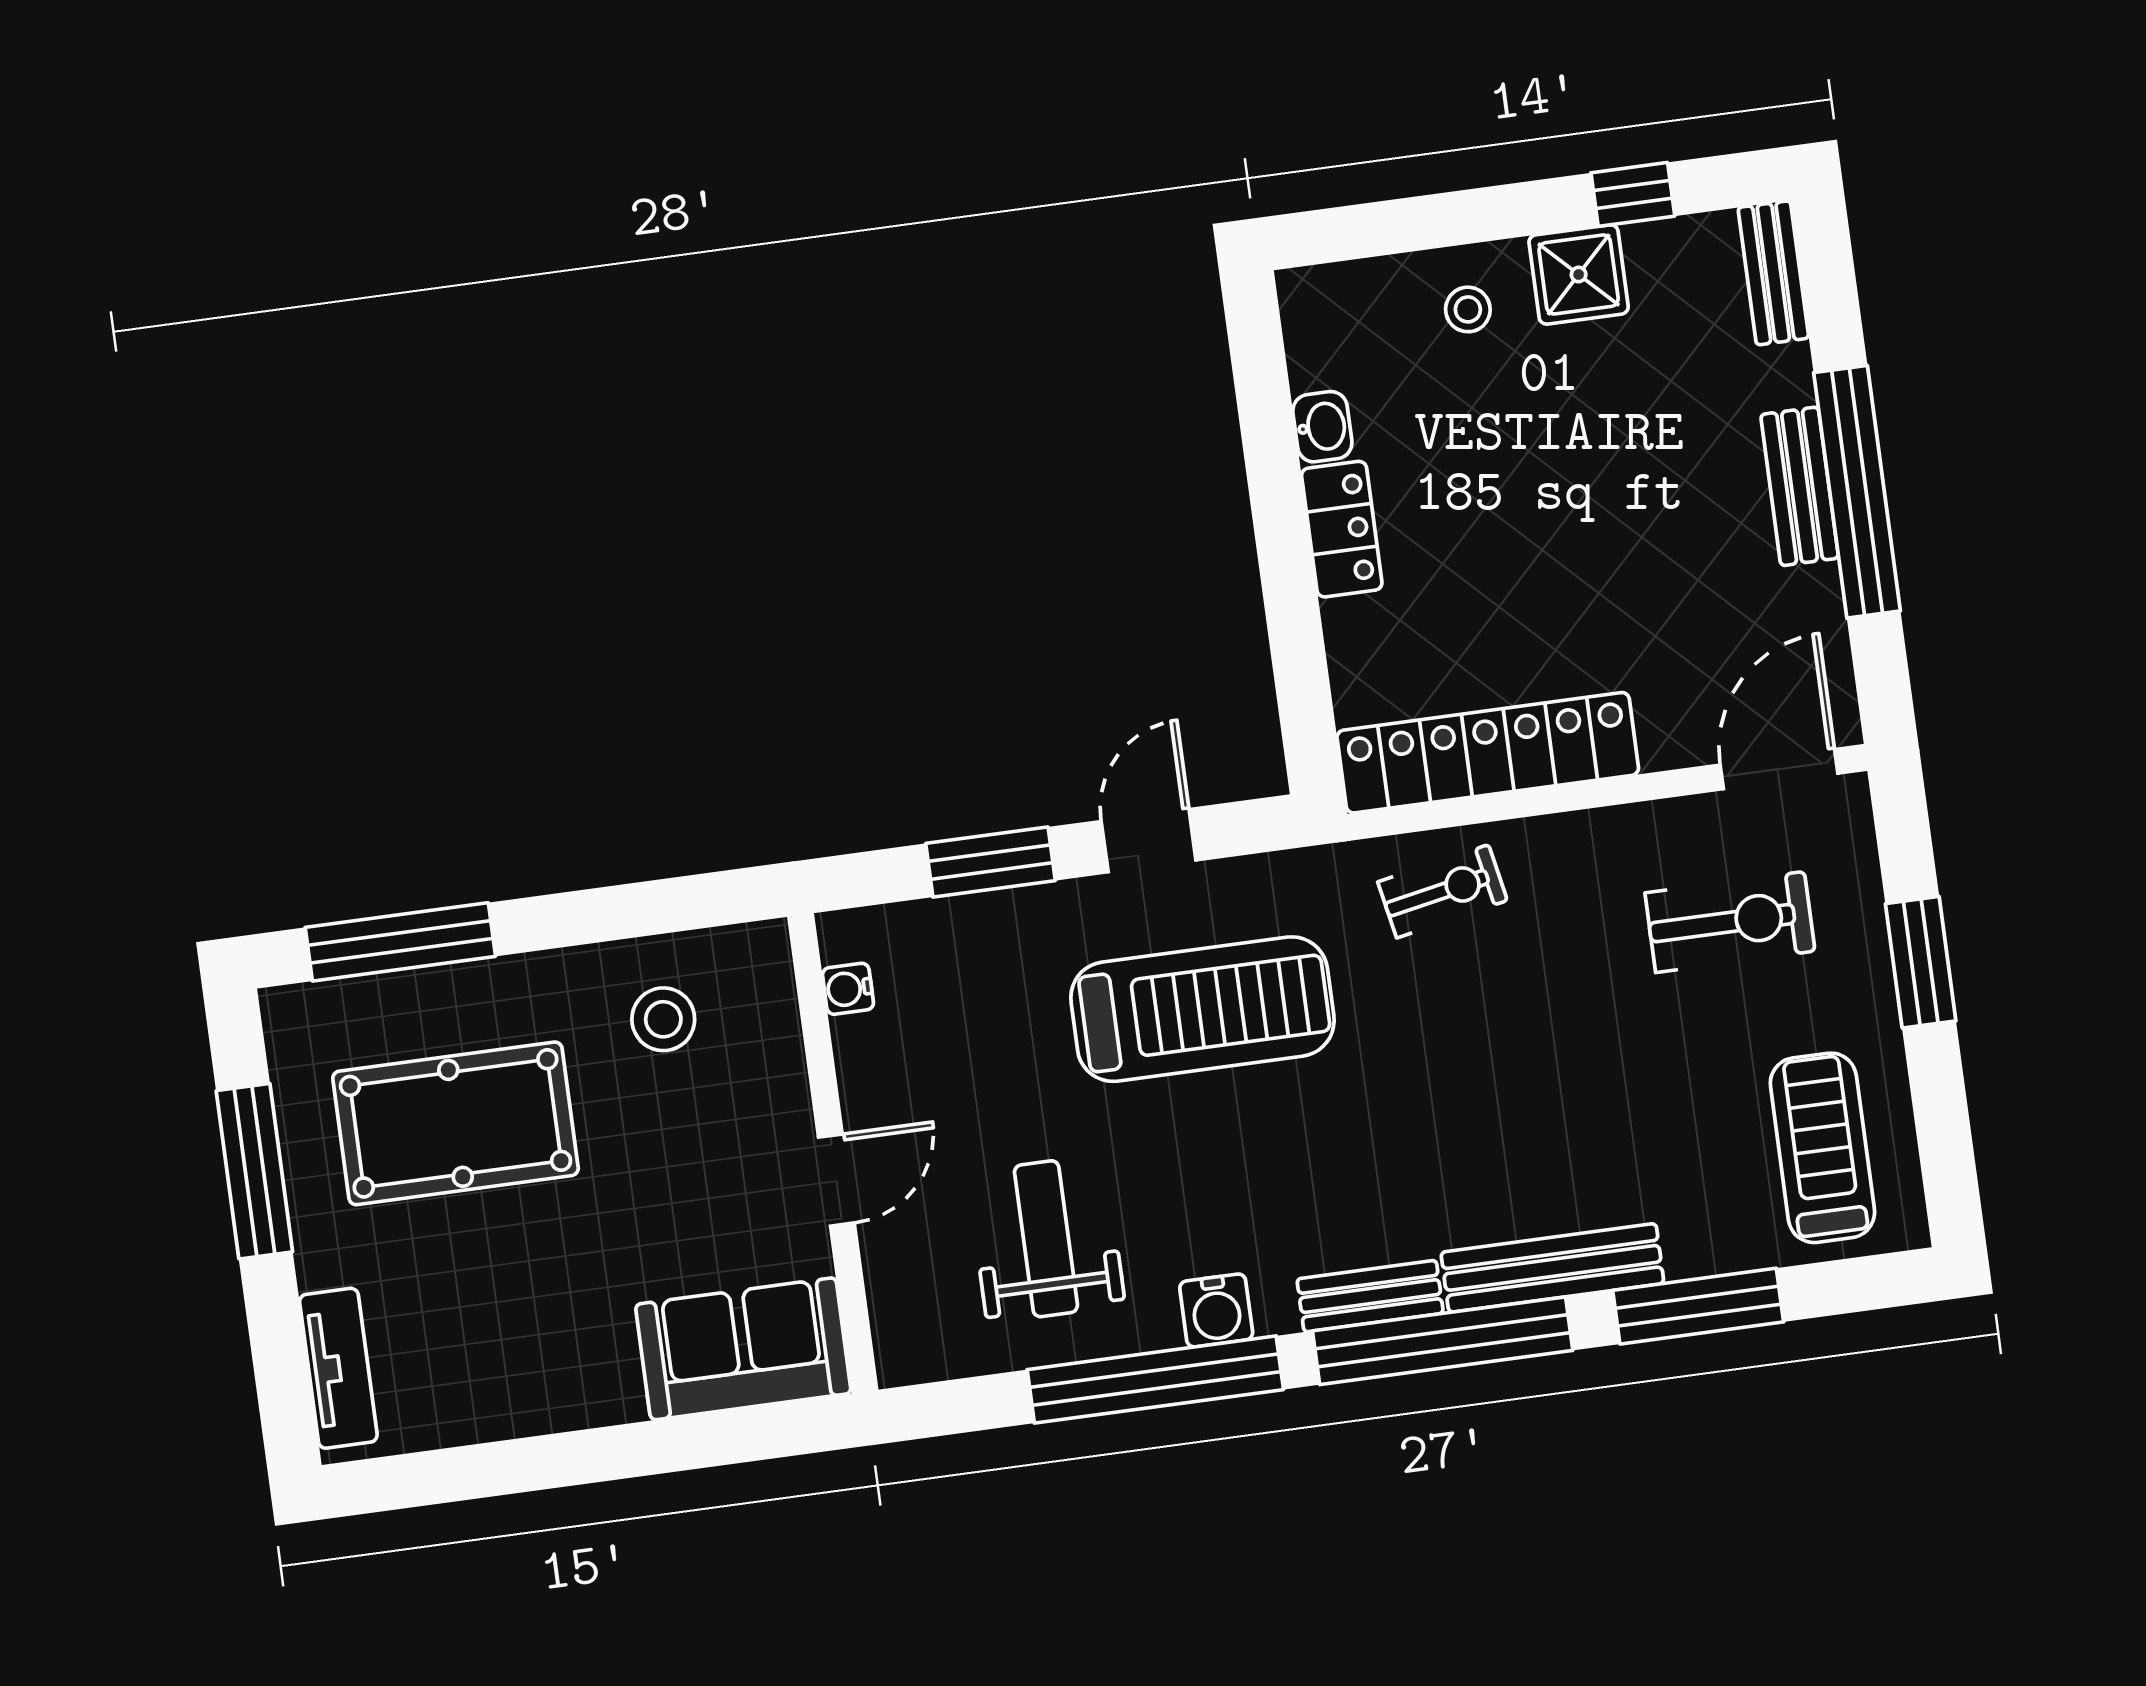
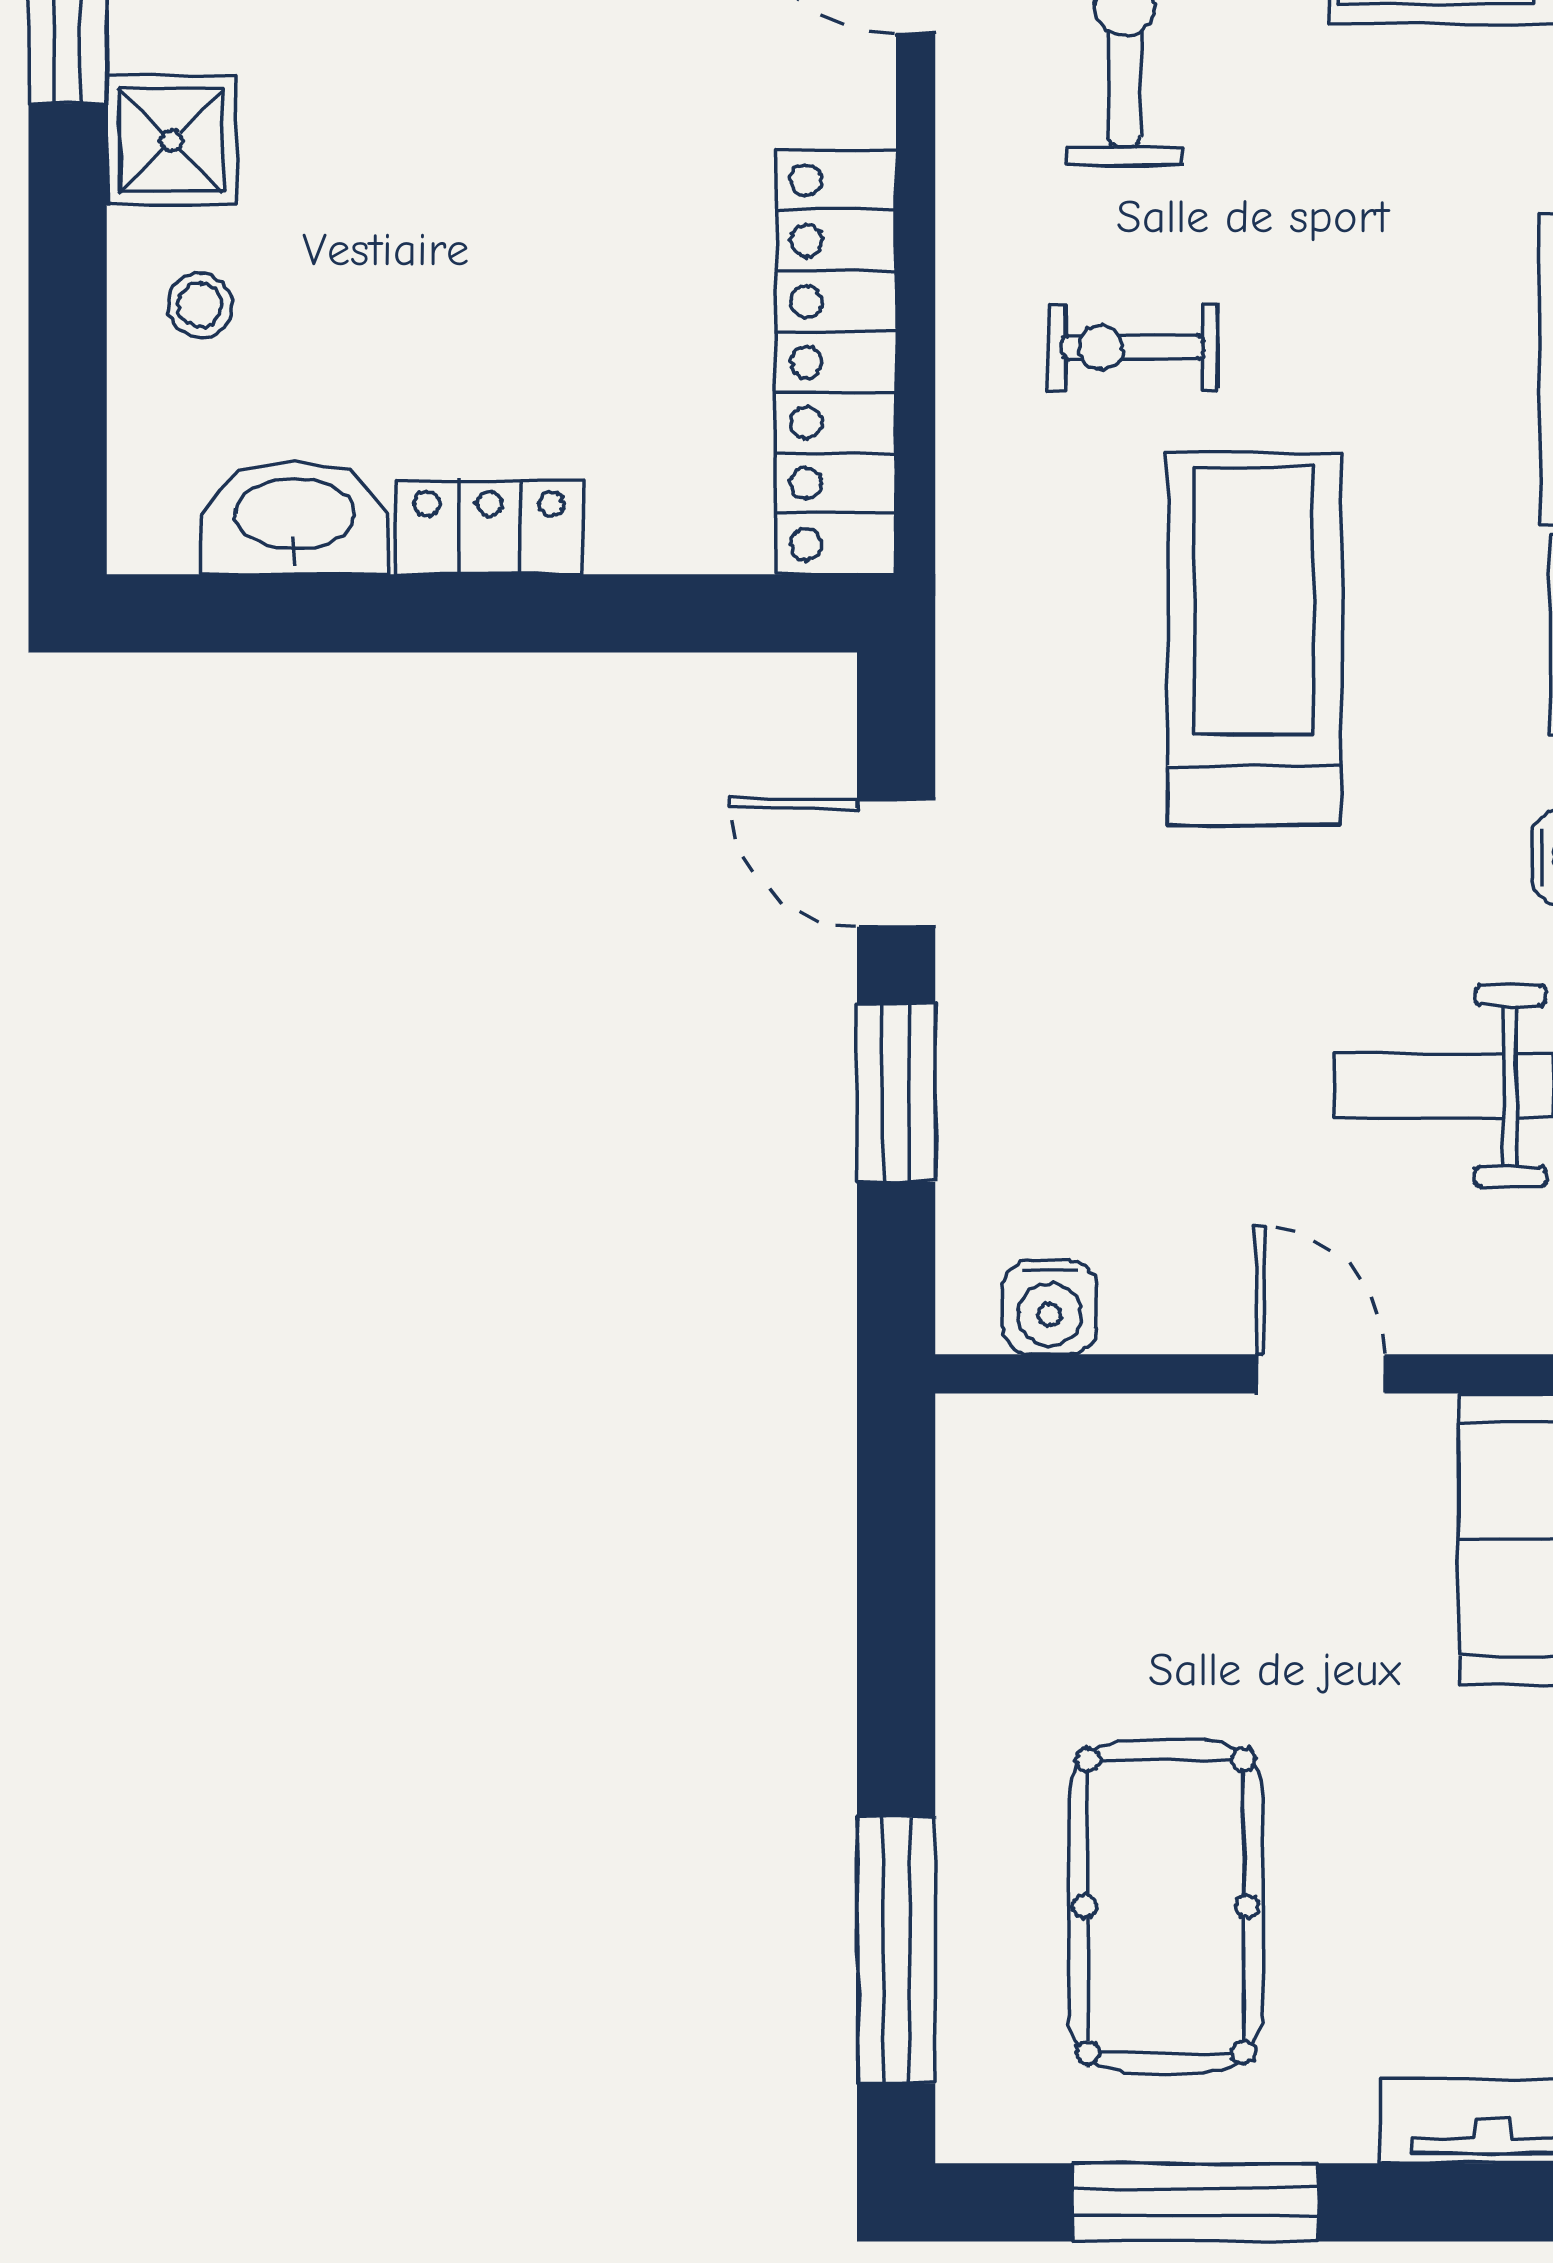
washbasin: (1322, 427) -> (295, 518), width x1.91, depth x1.45
exercise bike: (1443, 891) -> (1133, 347), moved, turned -79
water cooler: (848, 989) -> (1049, 1307), width x1.38, depth x1.38
treadmill: (1202, 1009) -> (1254, 639), moved
stool: (663, 1019) -> (1057, 1590), removed

